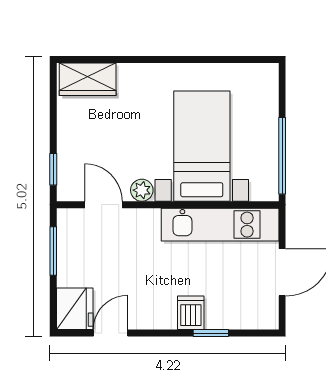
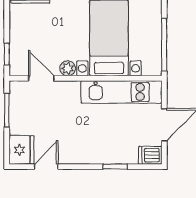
dishwasher: (191, 313) -> (150, 155), moved, turned -90

